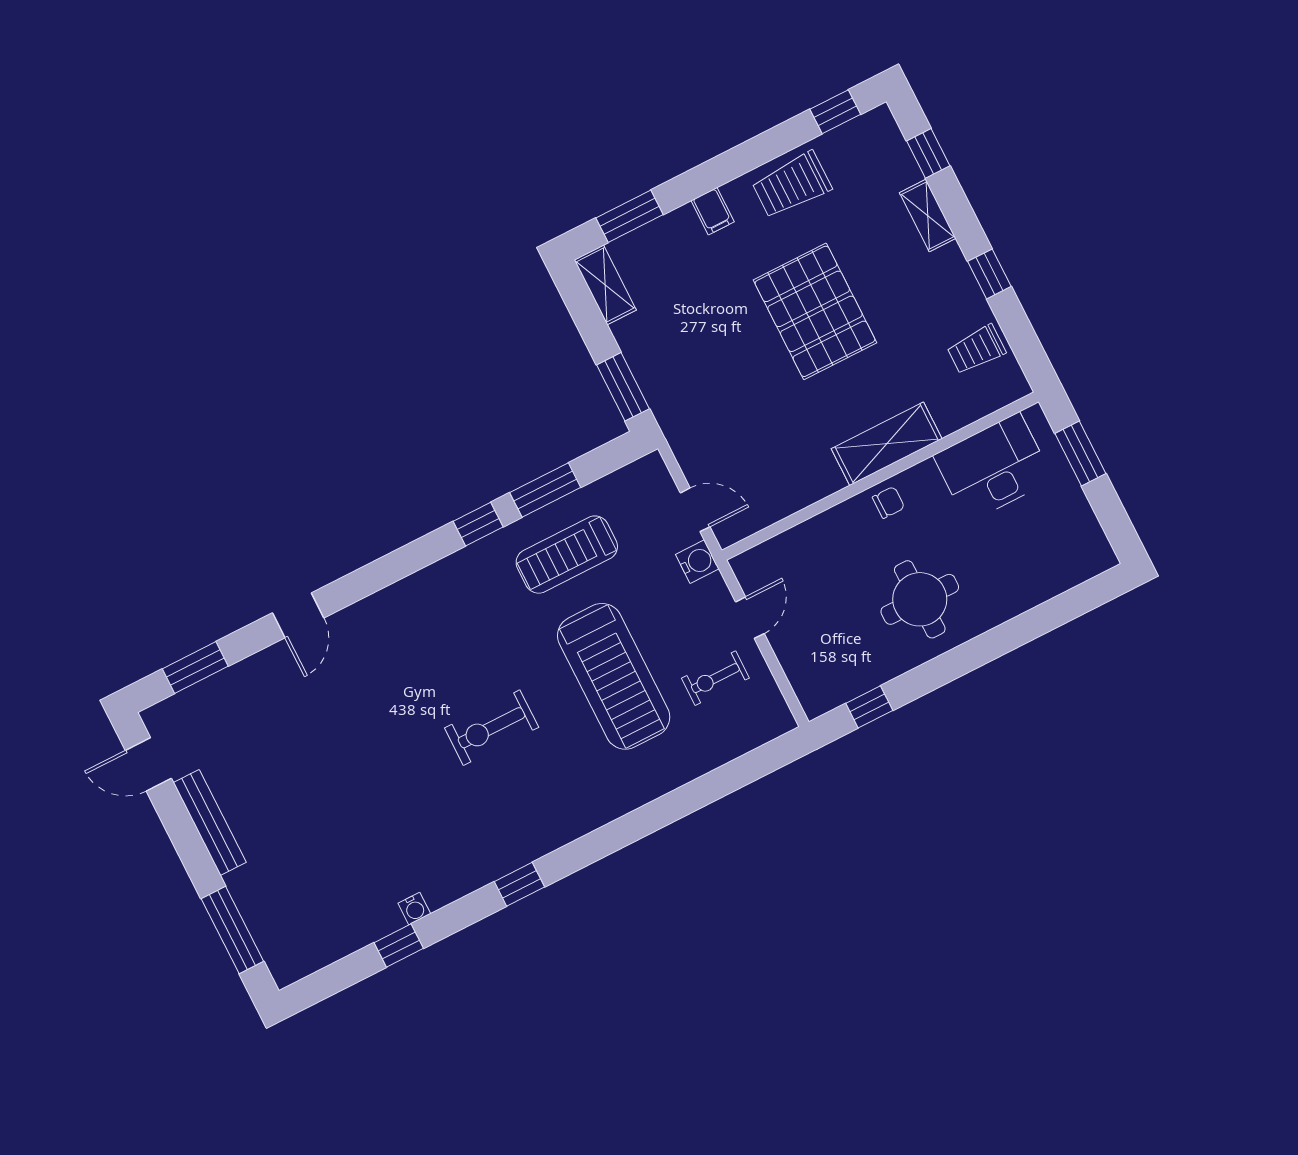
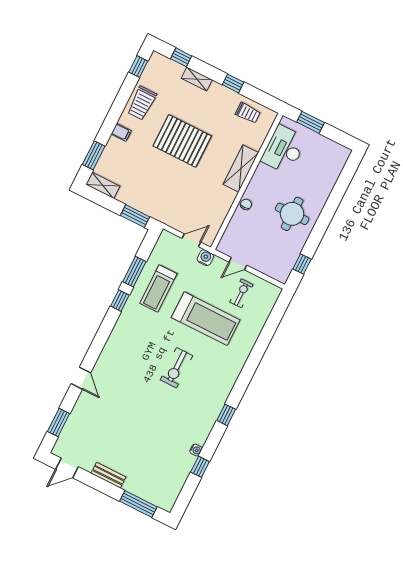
trolley: (976, 349) -> (248, 113), turned -90
chair: (888, 502) -> (246, 204), moved
door: (750, 618) -> (238, 264), swing flipped
exercise bike: (715, 678) -> (241, 293), turned 180
bench: (210, 823) -> (108, 475), width x0.73

